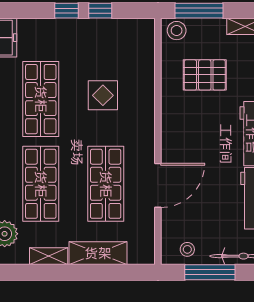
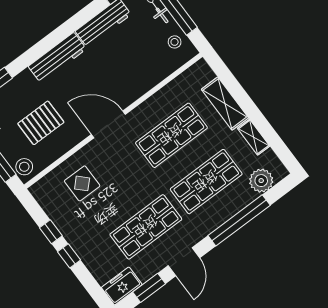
pallet: (205, 75) -> (41, 123), turned 90
display table: (103, 95) -> (82, 183), moved
door: (158, 185) -> (108, 124), moved

